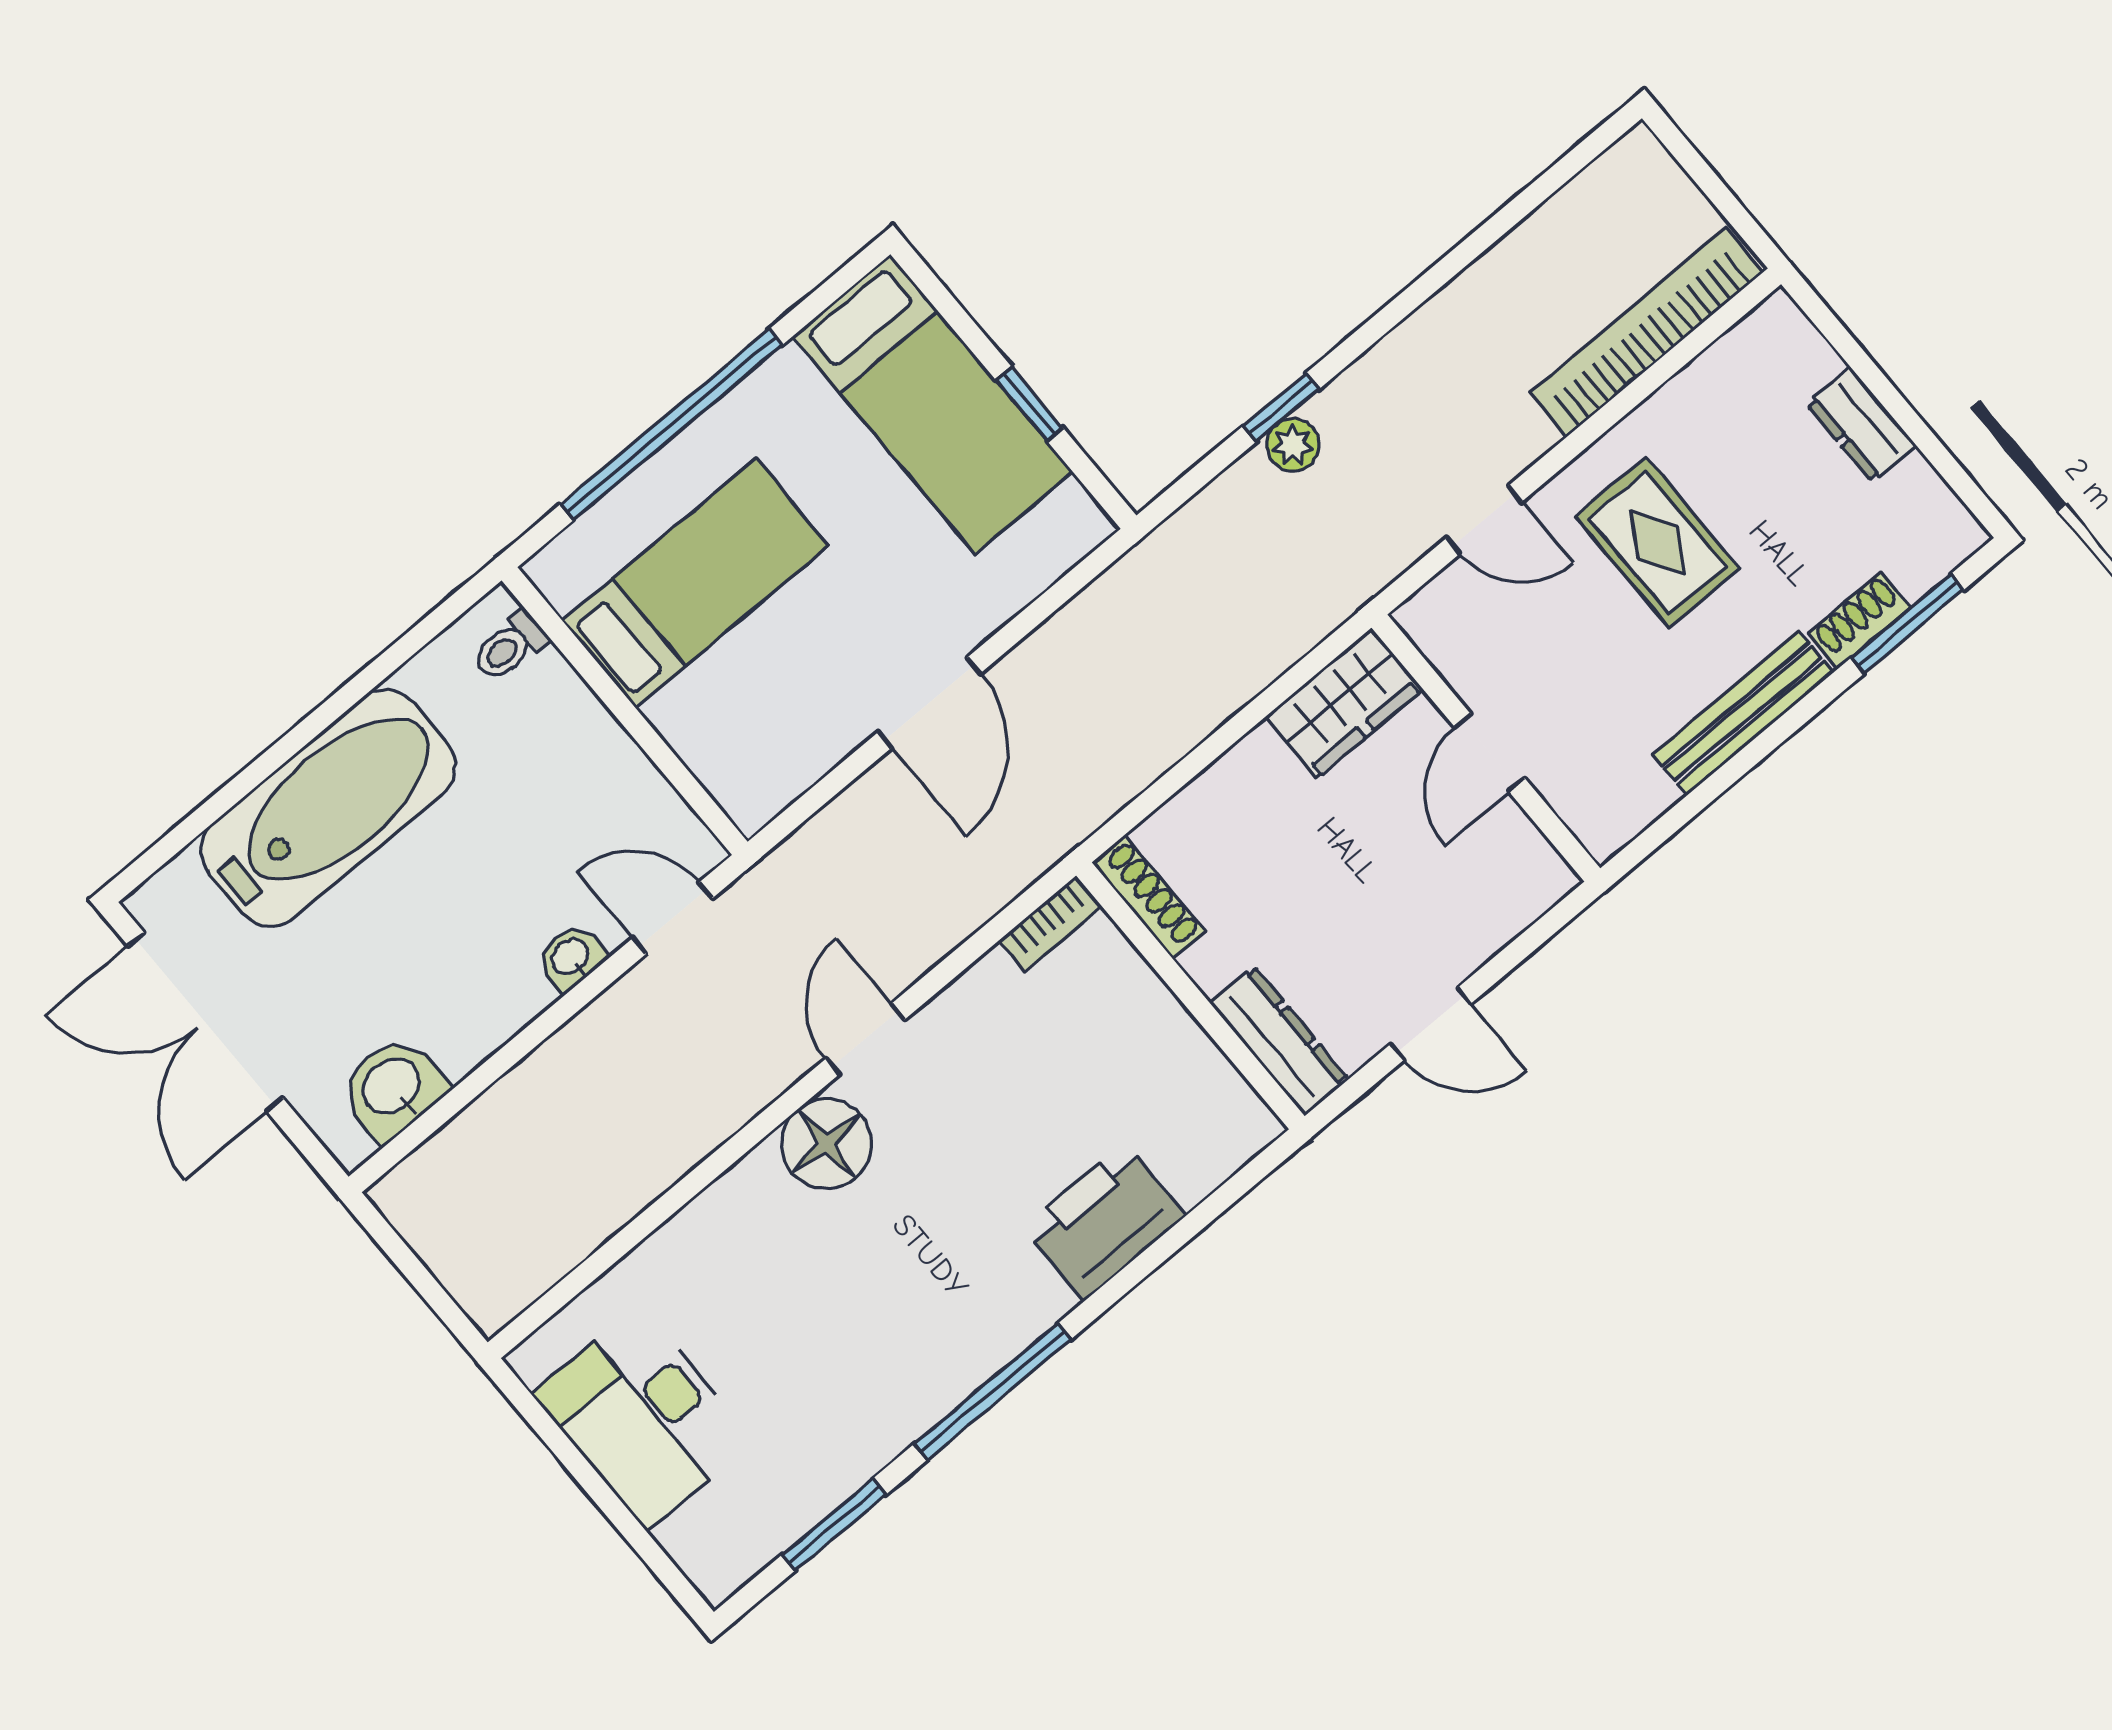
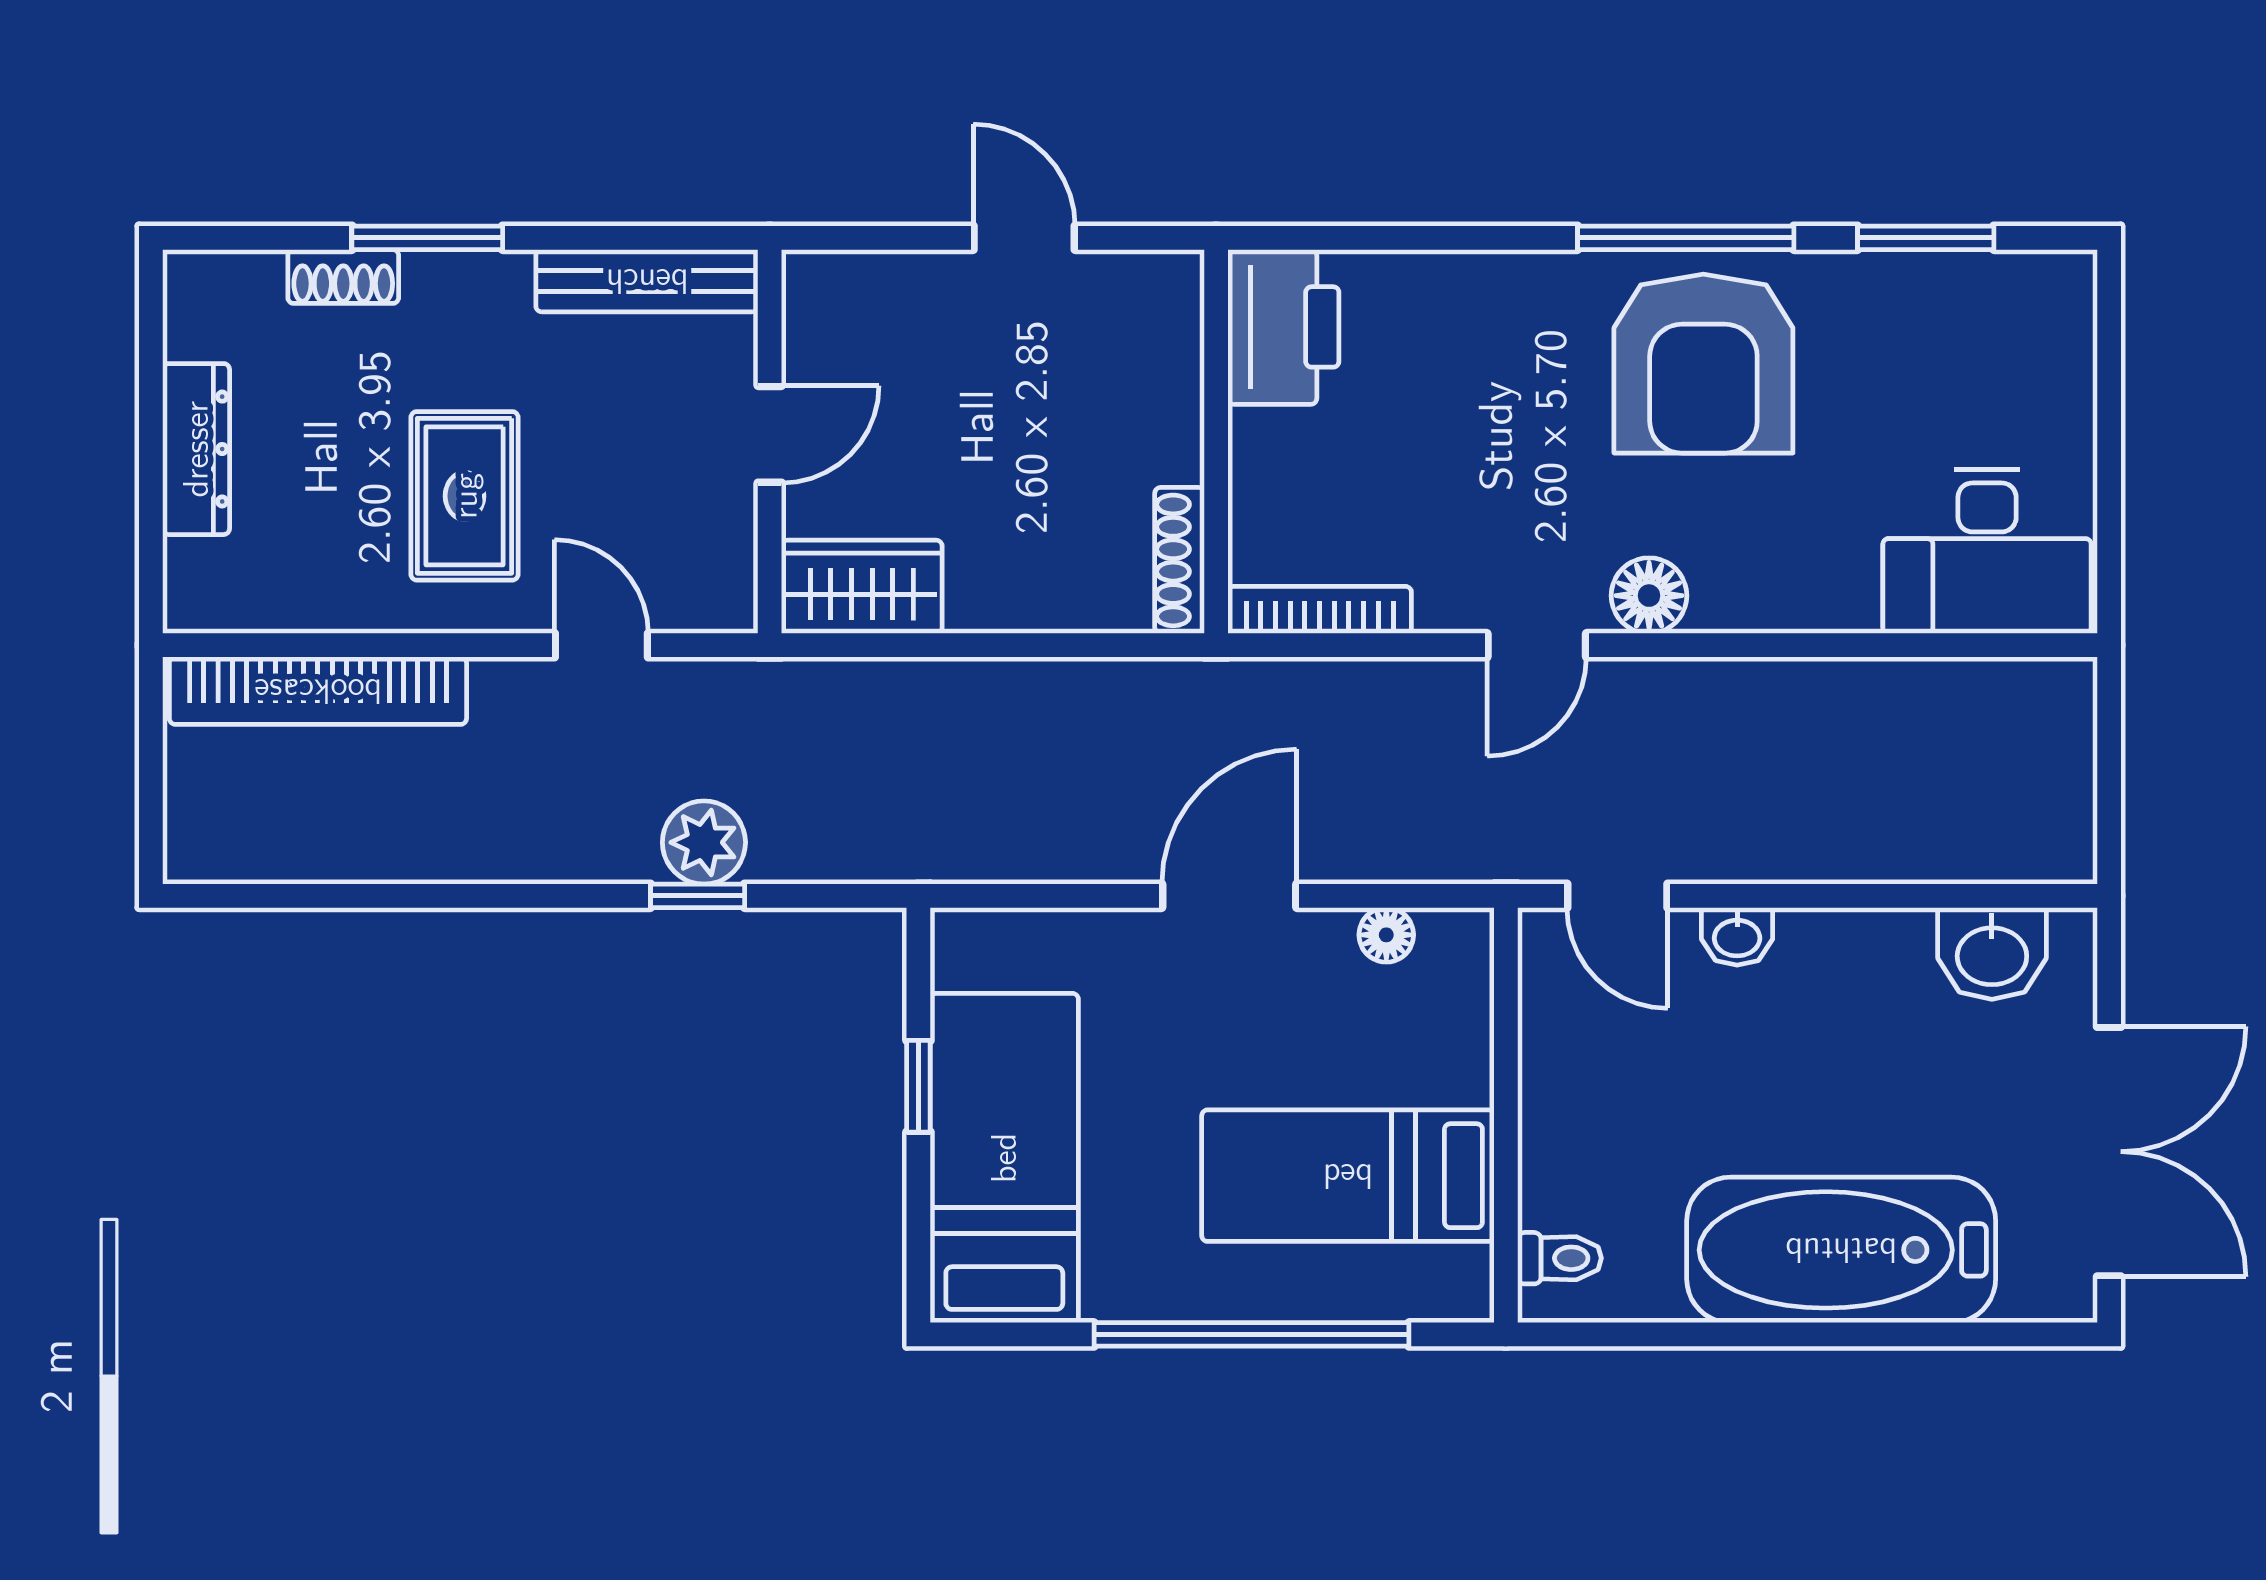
dresser: (1861, 425) -> (196, 449), width x1.44
plant: (1293, 445) -> (704, 842), width x1.38, depth x1.38
window: (1908, 624) -> (427, 238), moved
bench: (1743, 713) -> (647, 281), moved
floor lamp: (804, 764) -> (1386, 935), added
bookcase: (1050, 924) -> (1320, 610), width x1.56
dresser: (1279, 1041) -> (1171, 335), removed
floor lamp: (826, 1144) -> (1649, 596), width x0.73, depth x0.73
printer: (1104, 1222) -> (1283, 327), moved, turned -90
armchair: (911, 1318) -> (1703, 364), added
desk: (643, 1418) -> (1987, 552), moved, turned 90

